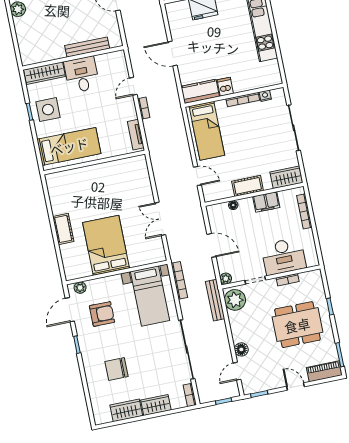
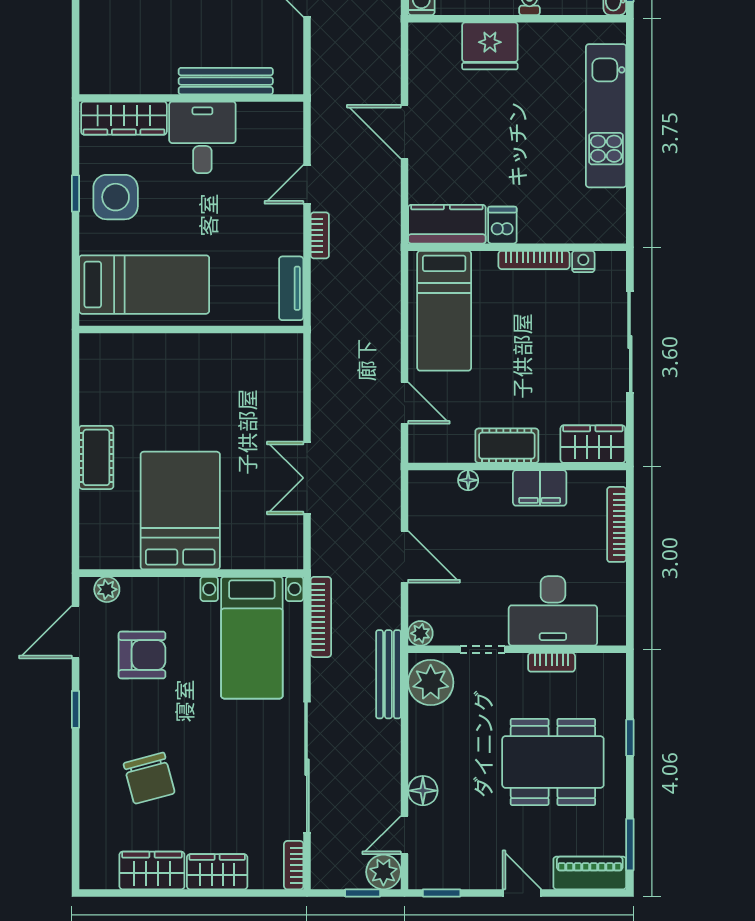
chair: (117, 369) -> (149, 778), turned -105
plant: (231, 390) -> (383, 872), added

